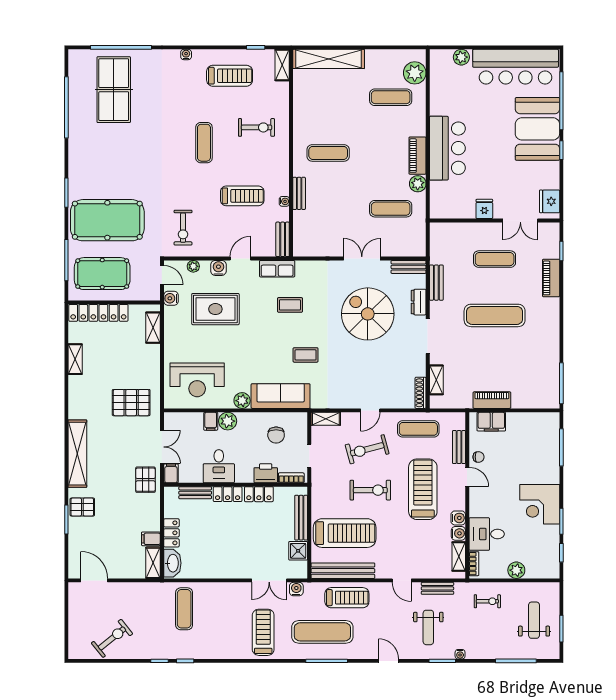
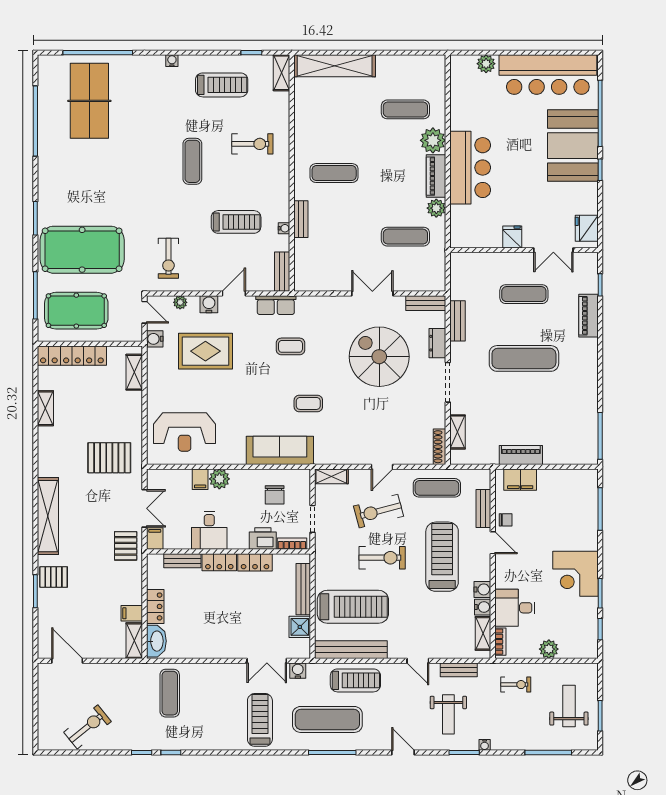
plant: (415, 73) -> (433, 140), moved
plant: (242, 401) -> (236, 456), removed

